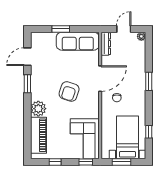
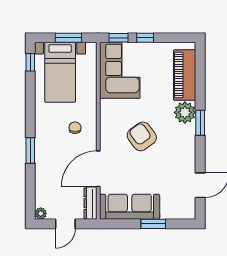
door: (100, 79) -> (98, 169), moved
window: (27, 84) -> (200, 123), moved
armchair: (69, 91) -> (142, 136), turned -54
window: (149, 132) -> (30, 62), moved
window: (55, 162) -> (145, 38), moved

